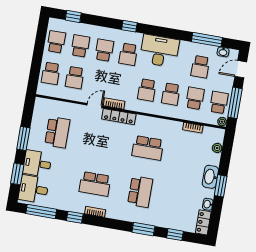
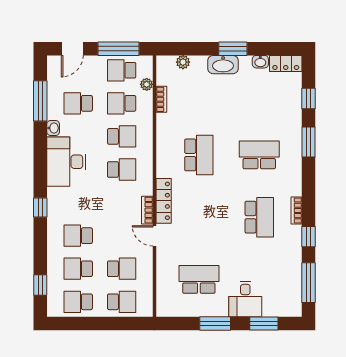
washbasin: (223, 52) -> (53, 128), moved
school desk: (128, 54) -> (78, 203), removed
school desk: (200, 67) -> (78, 103), turned 180
door: (241, 69) -> (72, 49), hinge flipped
plant: (222, 122) -> (147, 84), moved
desk: (34, 189) -> (280, 298), removed

